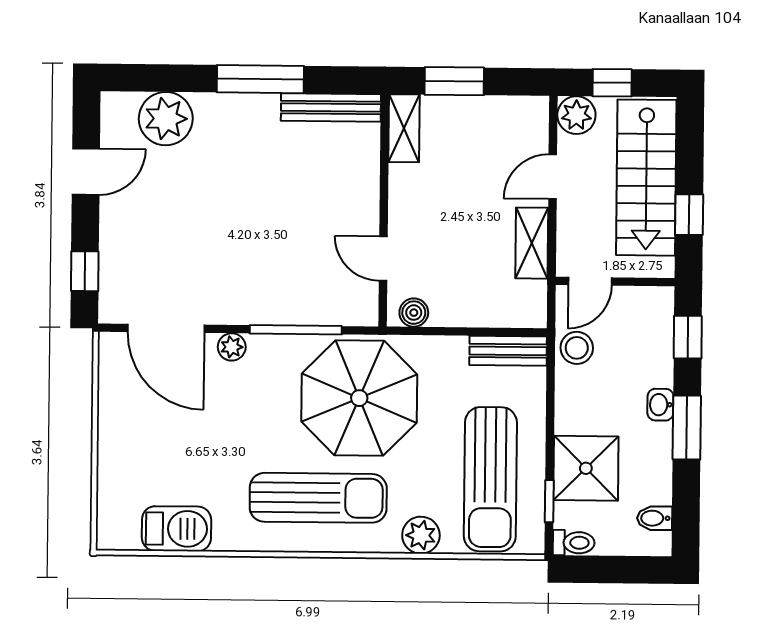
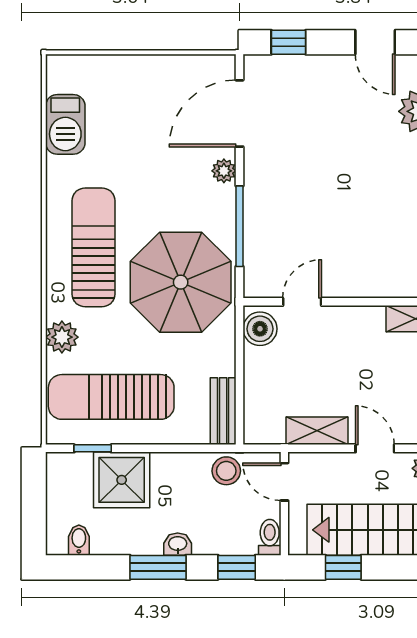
boiler: (414, 313) -> (260, 329), width x1.36, depth x1.36
sun lounger: (318, 498) -> (94, 247), turned 180
toilet: (574, 543) -> (270, 537), moved, turned 180

